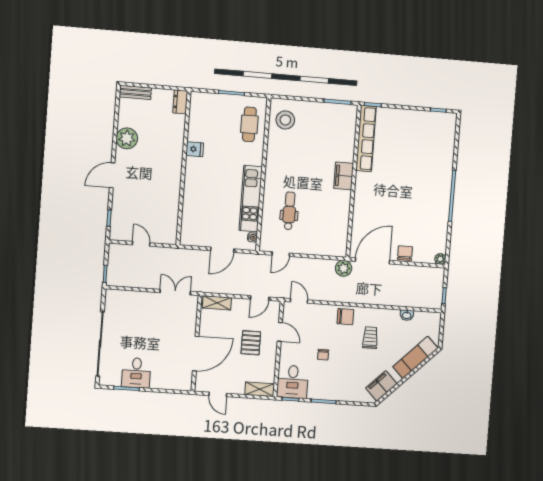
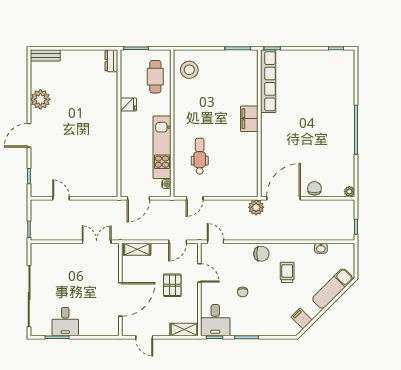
dresser: (180, 102) -> (111, 61), moved
fridge: (195, 149) -> (128, 104), moved
wall: (183, 168) -> (119, 123), moved
filing cabinet: (381, 386) -> (302, 318), width x0.50

